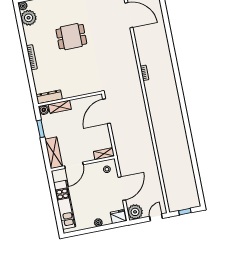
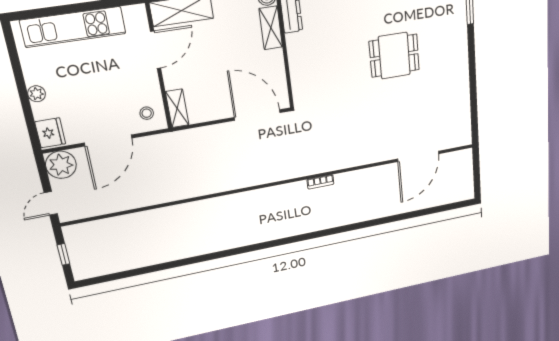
dining table: (71, 37) -> (394, 56), turned 90
door: (74, 165) -> (156, 50), swing flipped
door: (122, 189) -> (108, 141), hinge flipped
door: (156, 217) -> (51, 203), swing flipped

